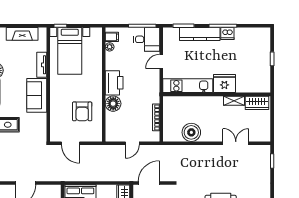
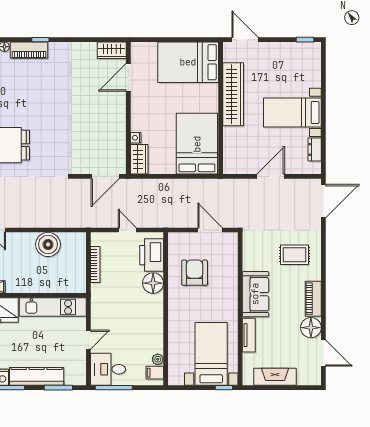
printer: (114, 83) -> (152, 255), moved
door: (132, 143) -> (127, 230), hinge flipped

